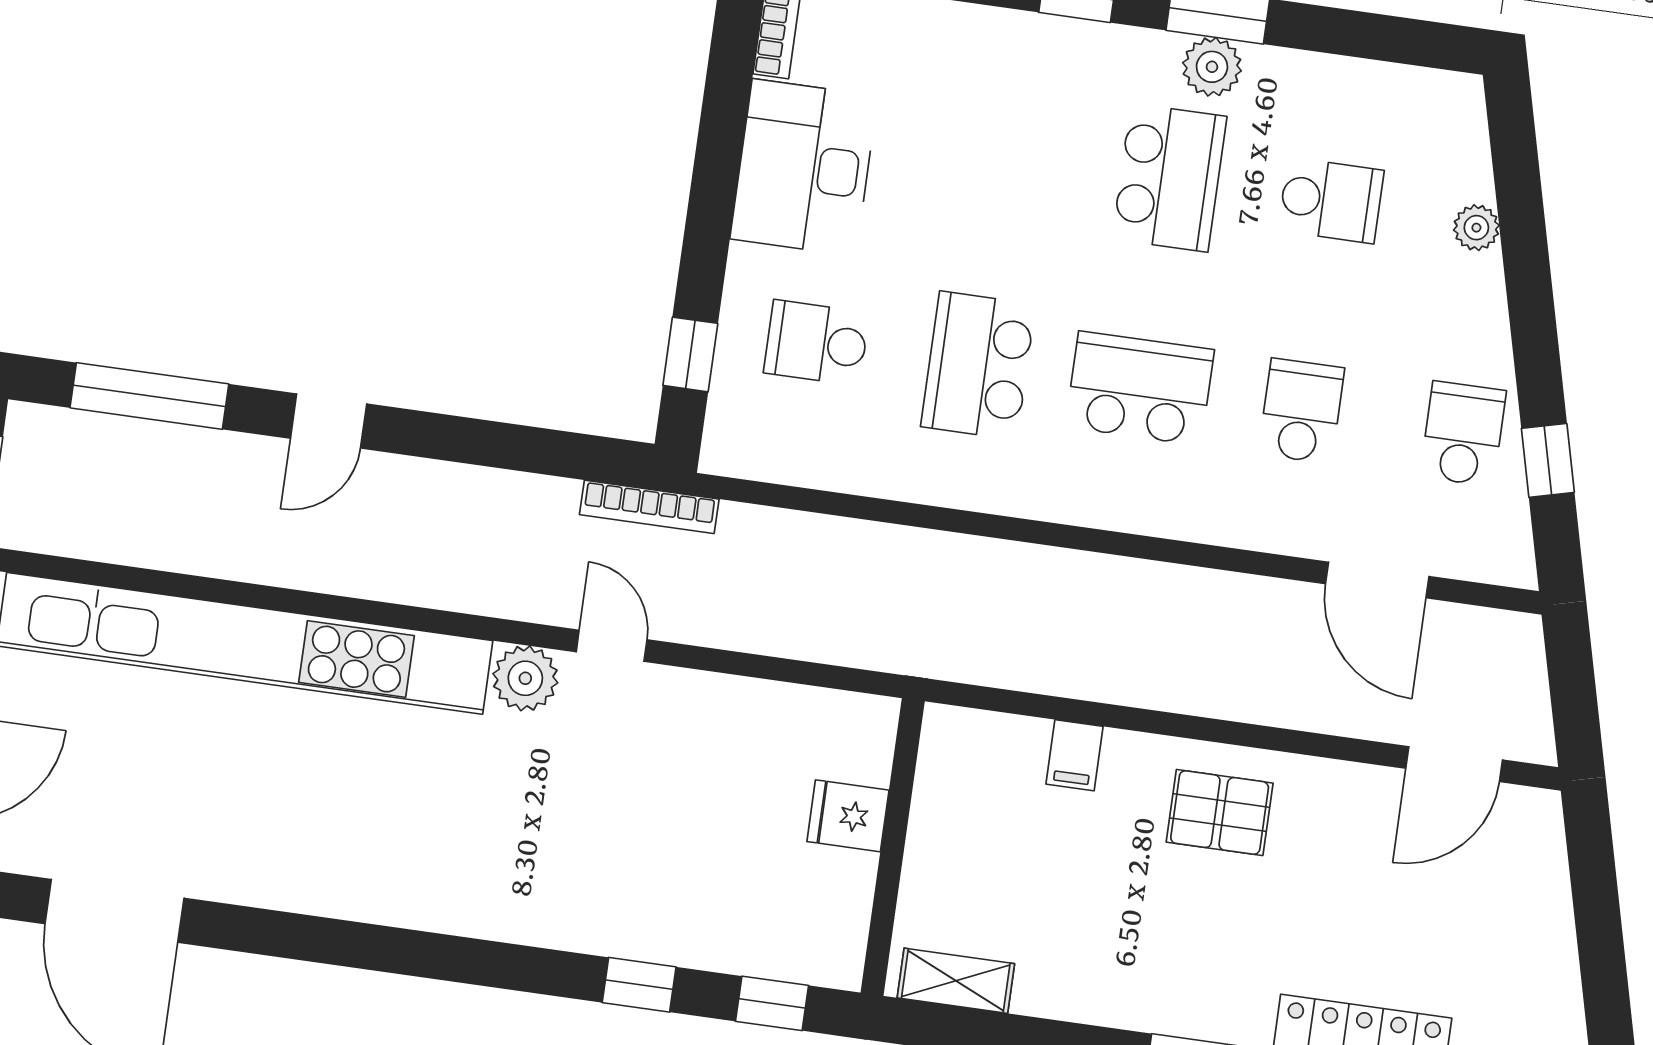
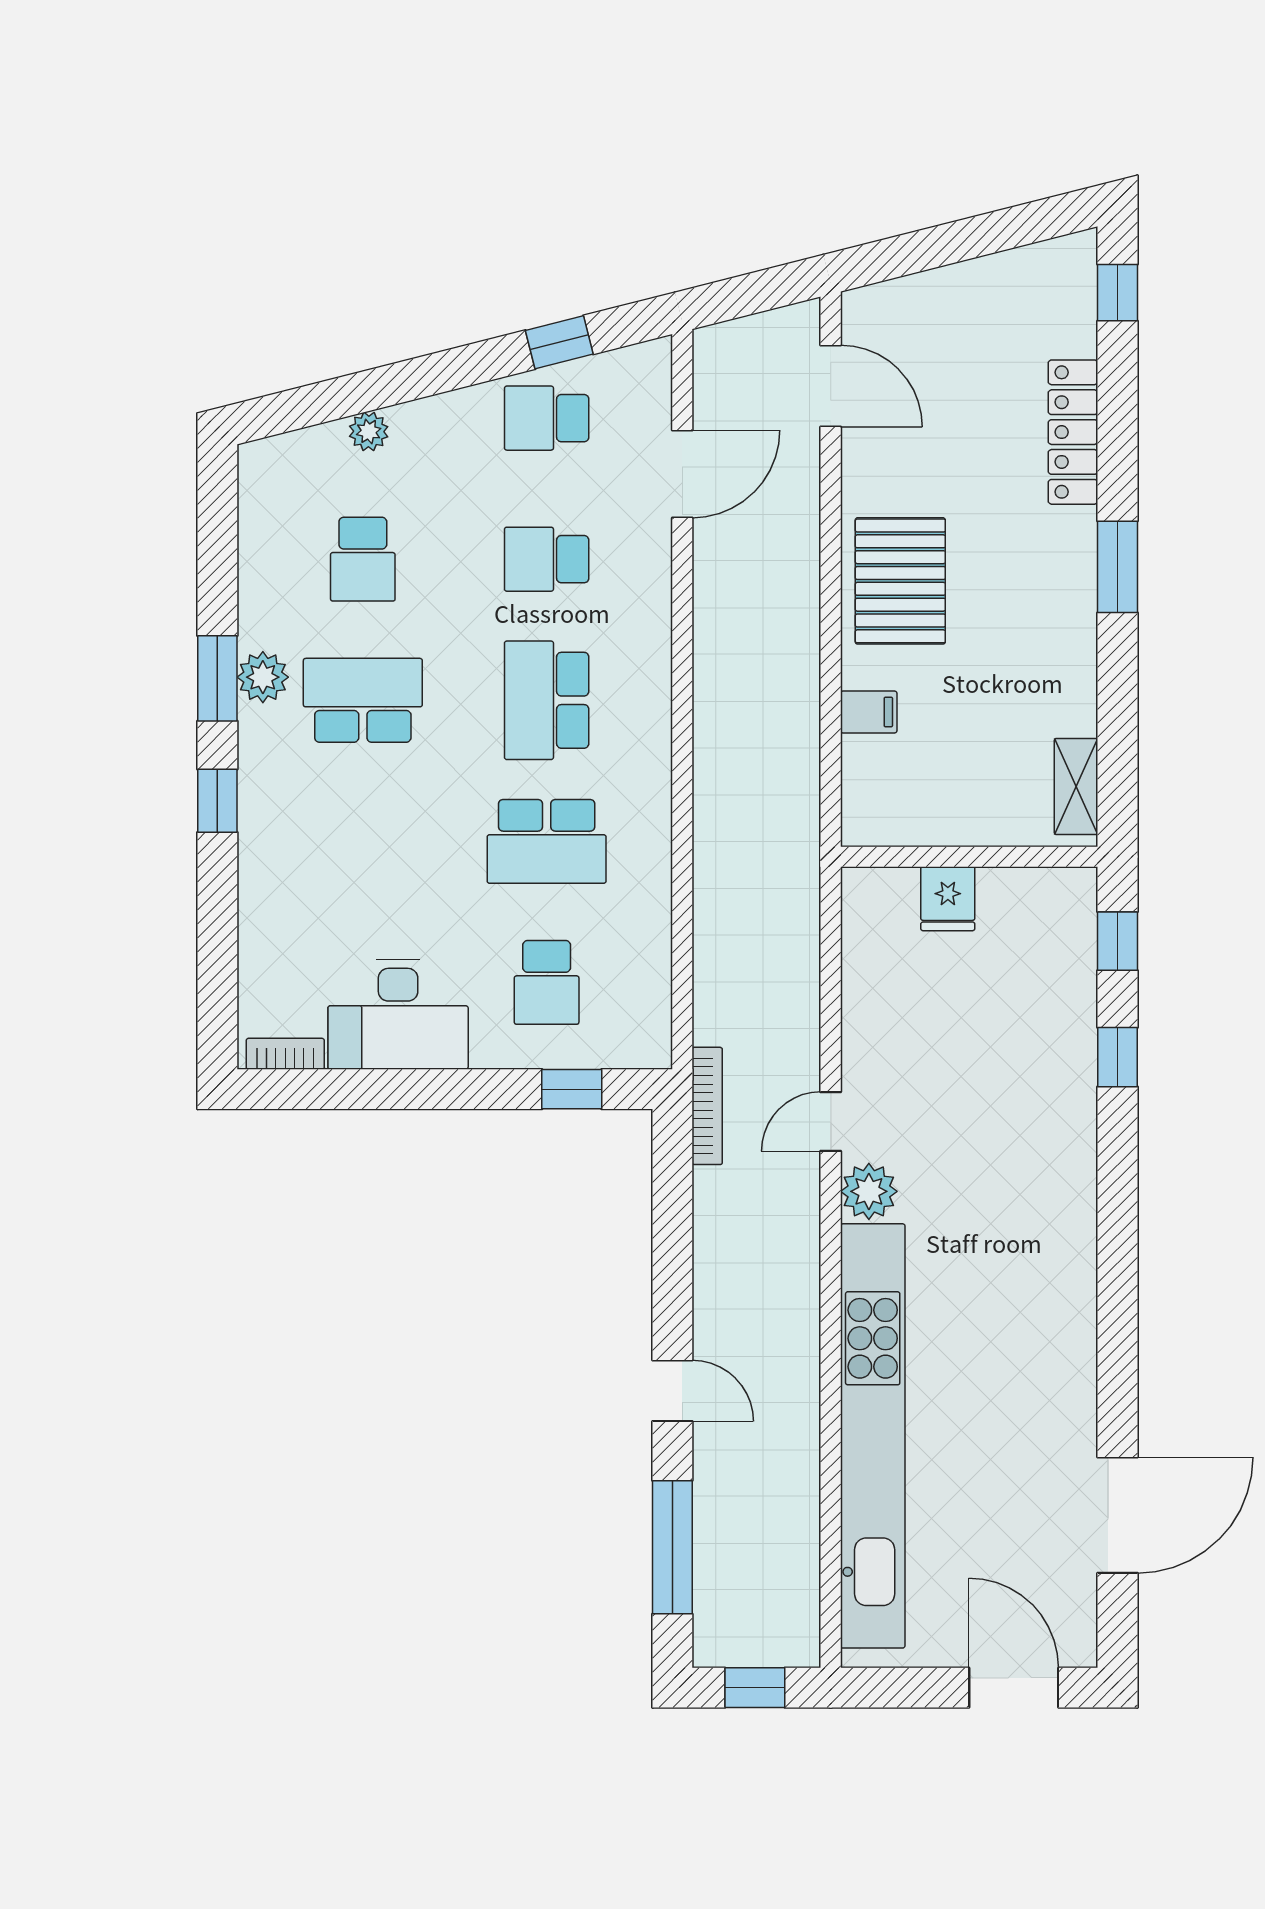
school desk: (1331, 200) -> (363, 559), turned 180
pallet: (1220, 813) -> (900, 581), width x1.50, depth x1.42

